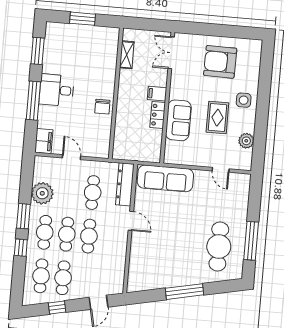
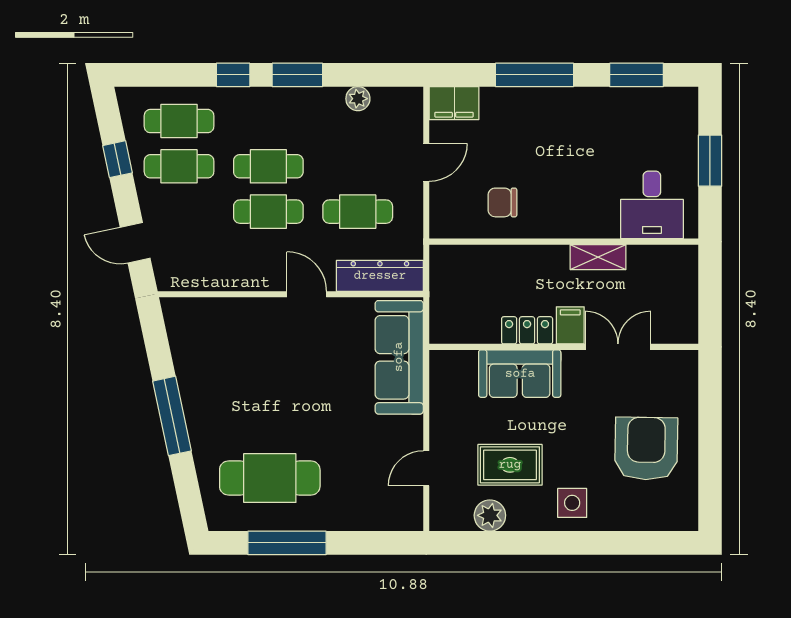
double door: (171, 53) -> (618, 347), moved
shelving: (127, 55) -> (598, 257), moved
desk: (57, 90) -> (652, 205), moved, turned 180
chair: (102, 107) -> (502, 202), moved
rug: (217, 118) -> (510, 465), moved
plant: (42, 193) -> (358, 99), width x0.53, depth x0.53
door: (131, 221) -> (307, 294), swing flipped
cafe table: (45, 232) -> (268, 121), removed

